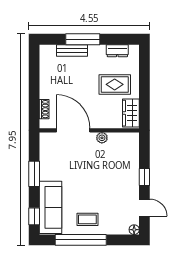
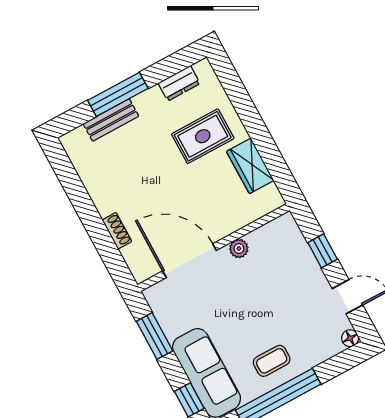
door: (73, 130) -> (190, 261), moved
wall: (89, 130) -> (214, 248), moved
plant: (102, 138) -> (239, 248), moved

